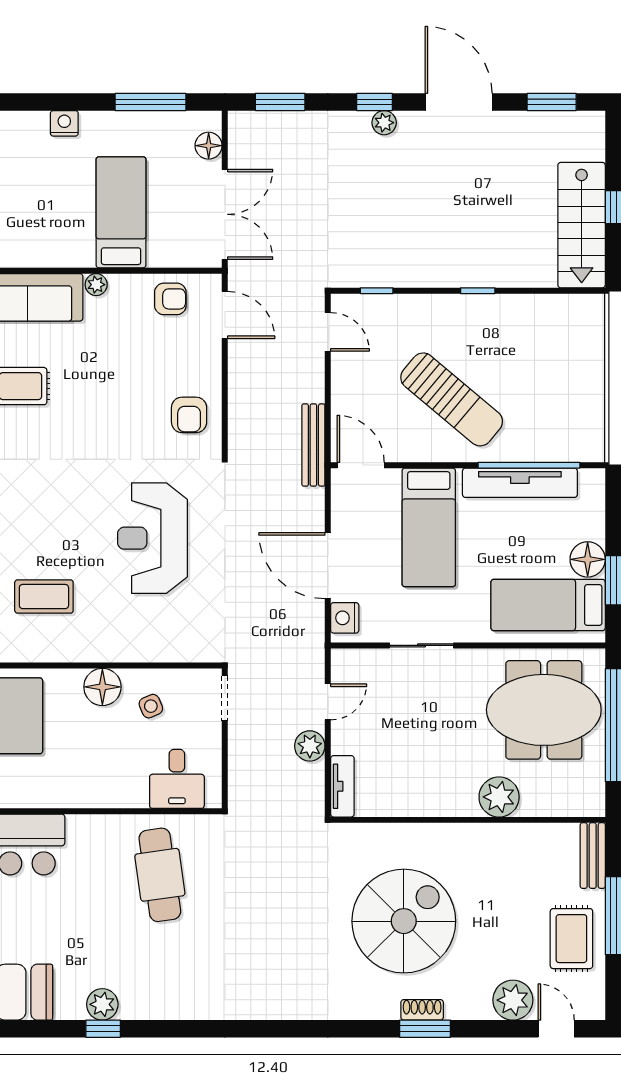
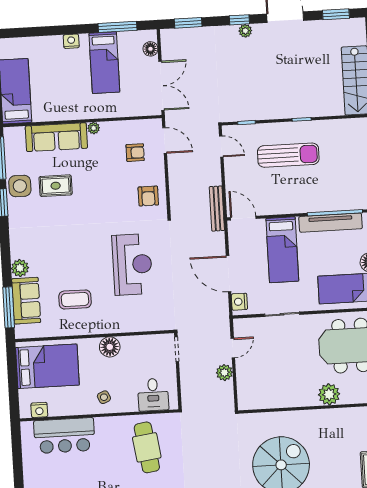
bed: (121, 212) -> (104, 63), moved, turned 180
armchair: (170, 299) -> (135, 153), moved
sun lounger: (452, 399) -> (288, 155), moved, turned -40
reception desk: (152, 538) -> (132, 264), turned 180
side table: (151, 706) -> (104, 397), moved
tv unit: (342, 786) -> (243, 393), removed

